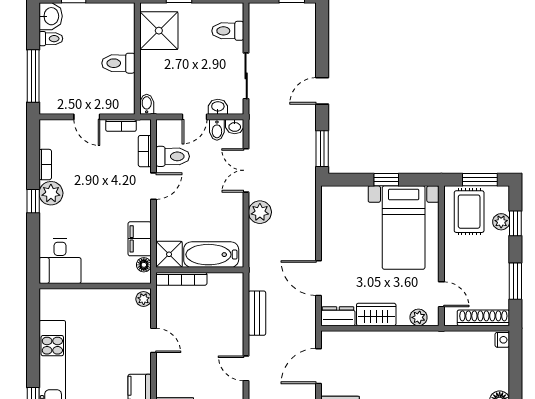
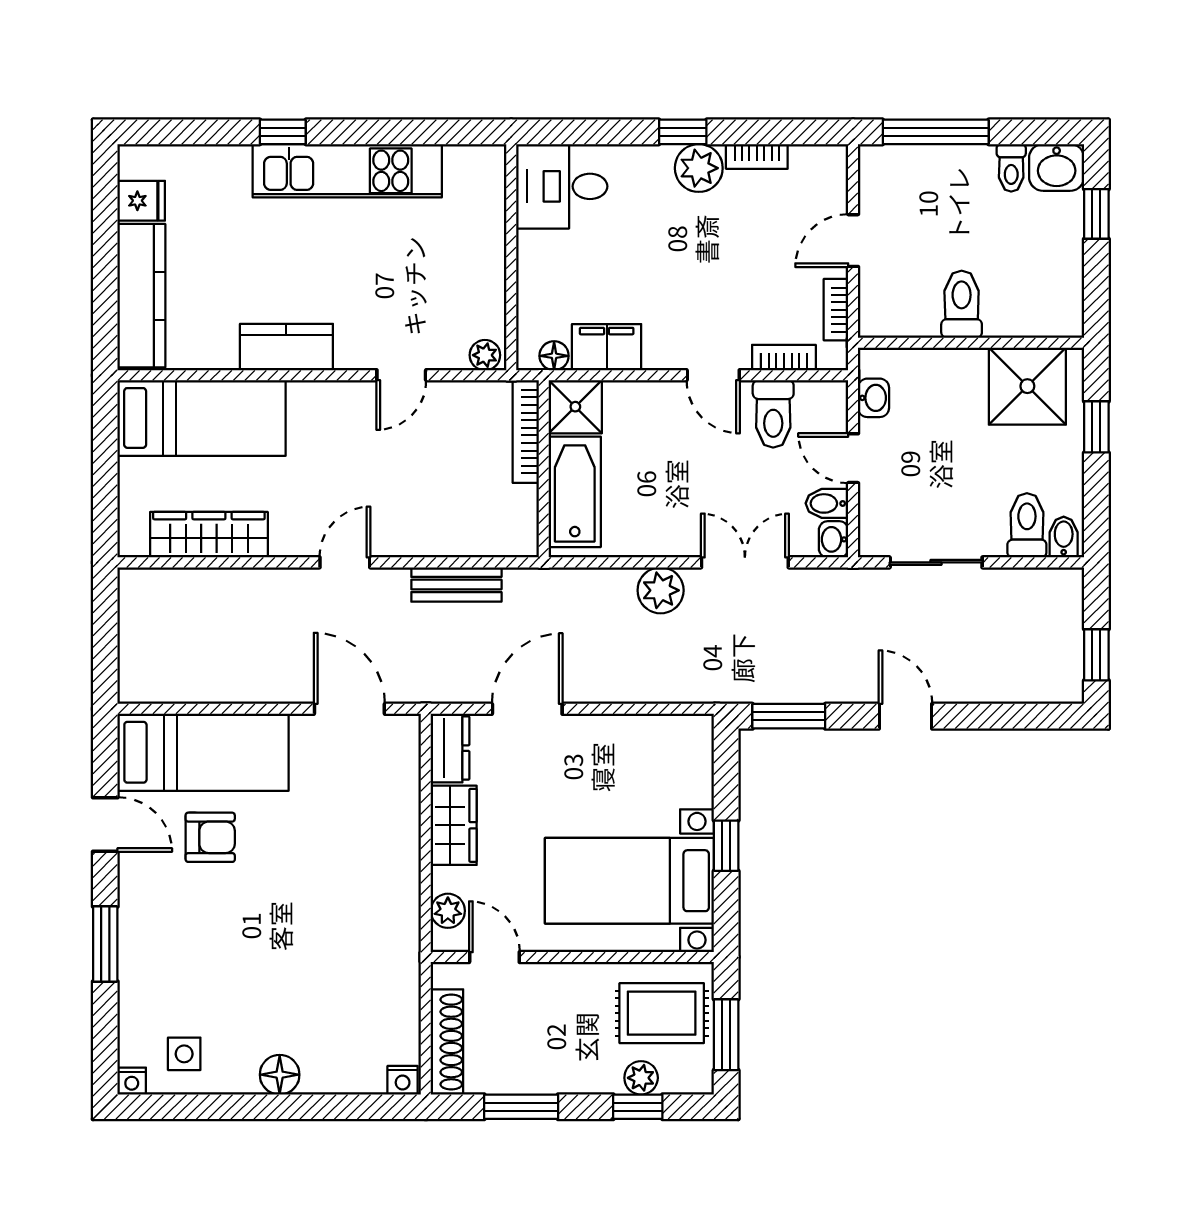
bidet: (147, 104) -> (1064, 537), moved, turned -90
washbasin: (218, 107) -> (873, 398), moved
door: (441, 294) -> (494, 957), swing flipped

